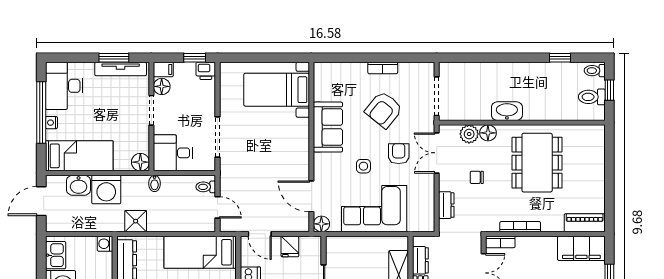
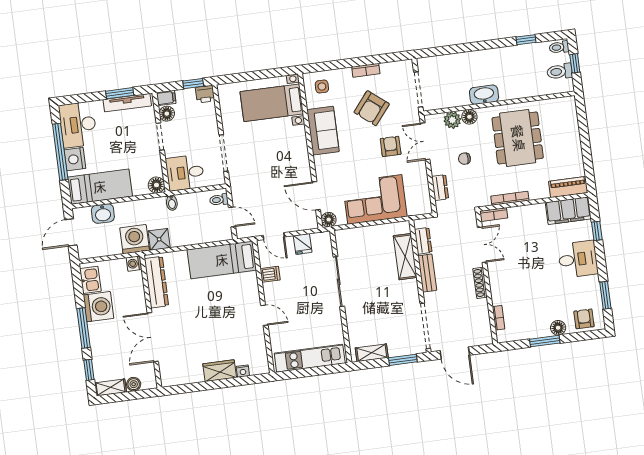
nightstand: (51, 123) -> (75, 159), width x1.89, depth x1.79
side table: (363, 166) -> (322, 87), moved
washing machine: (106, 190) -> (135, 239), moved, turned 180

